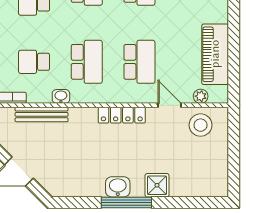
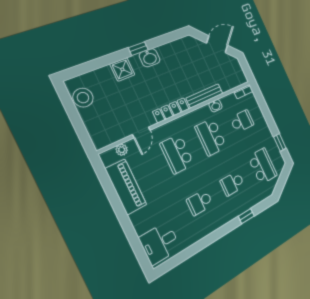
door: (170, 105) -> (141, 132), hinge flipped
bench: (42, 114) -> (205, 96), moved
stool: (201, 125) -> (83, 98), moved
window: (126, 202) -> (138, 49), width x0.46

